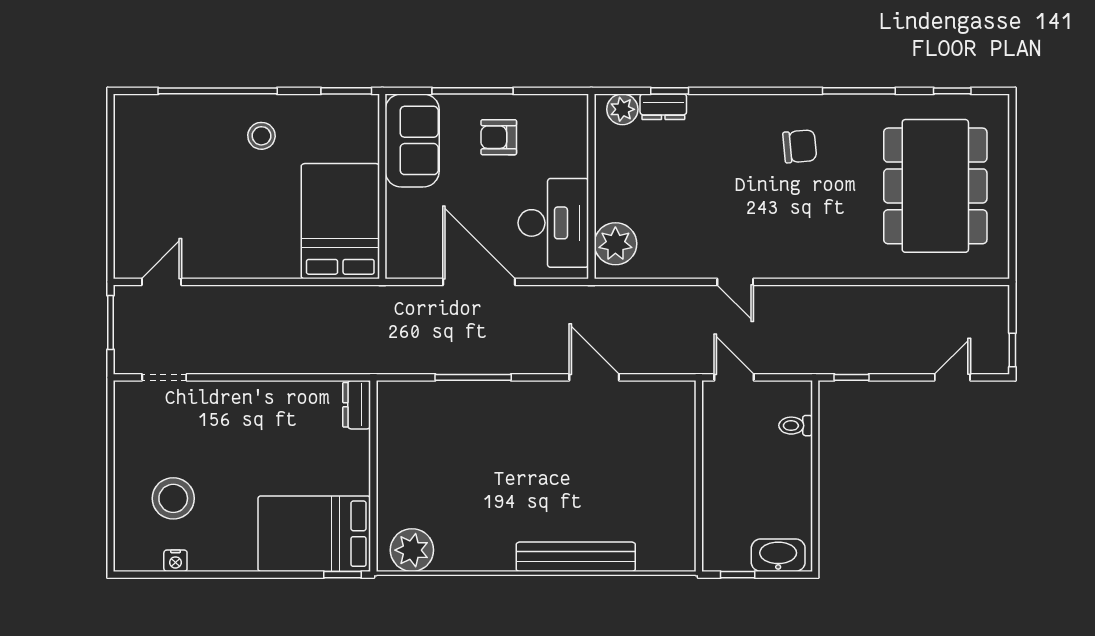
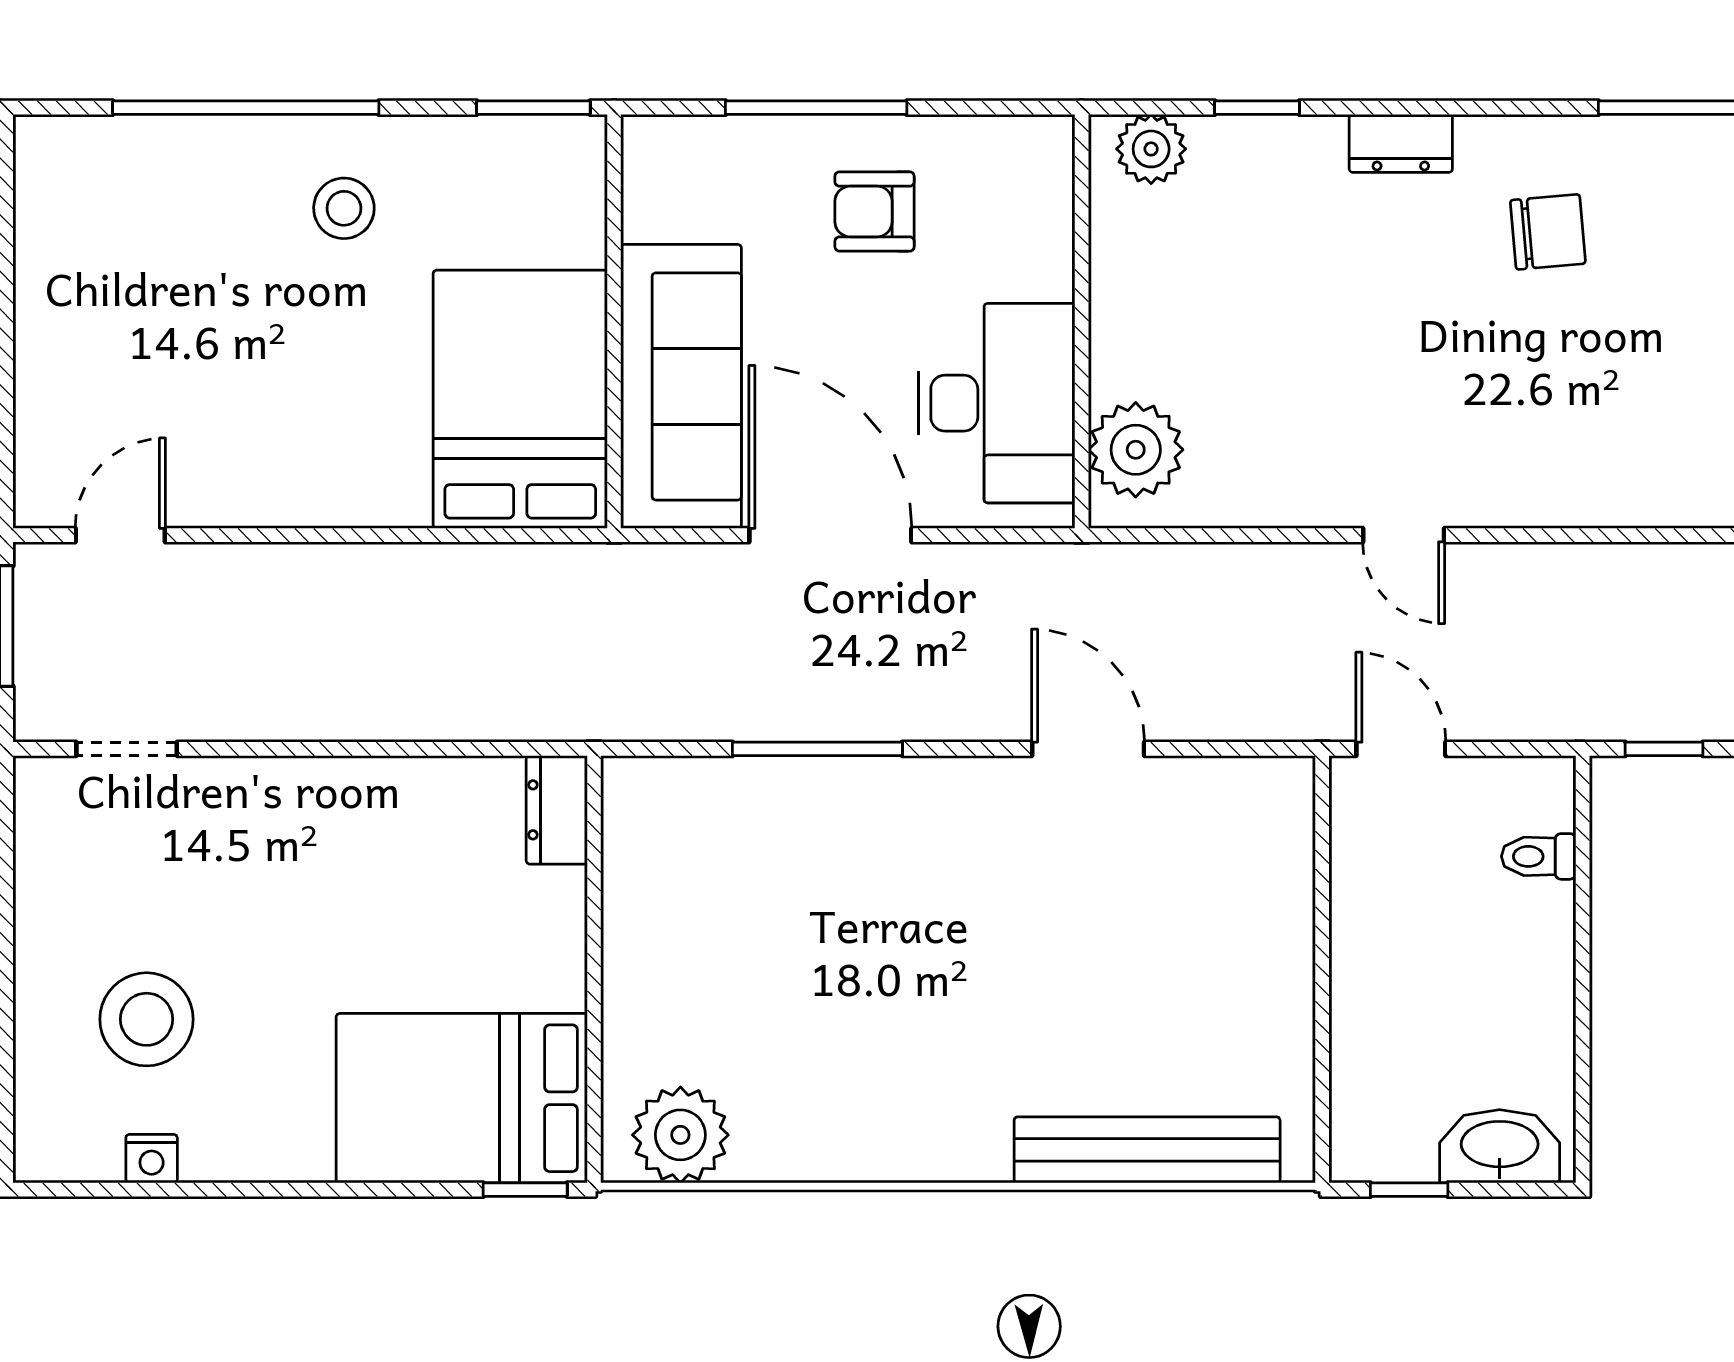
dresser: (663, 107) -> (1401, 143), moved
sofa: (412, 140) -> (681, 386), moved, width x1.36
bench: (576, 557) -> (1147, 1150), moved

